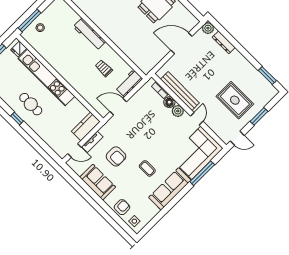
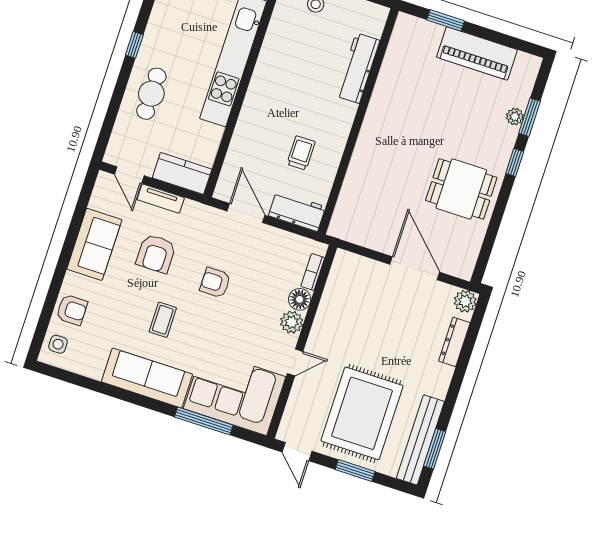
workbench: (89, 34) -> (358, 68), moved
bench: (180, 91) -> (420, 440), moved
rug: (235, 100) -> (362, 413), width x1.37, depth x1.44
cafe table: (31, 104) -> (151, 94), moved
armchair: (143, 136) -> (215, 283), added

